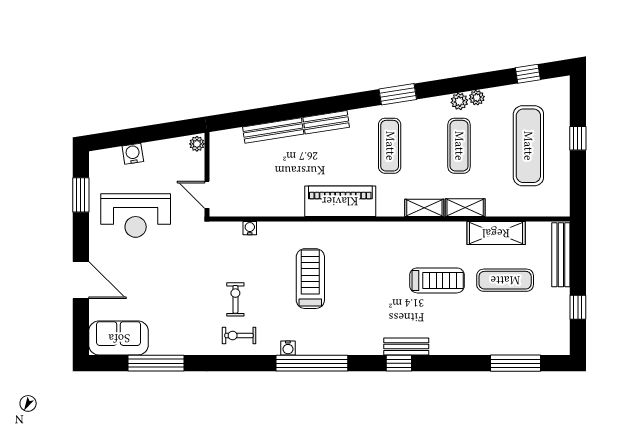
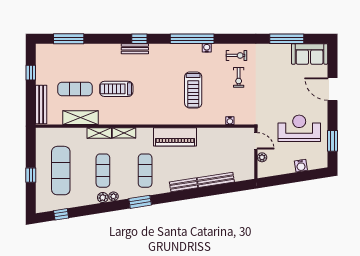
plant: (477, 98) -> (113, 196), moved
plant: (197, 144) -> (262, 157), moved

